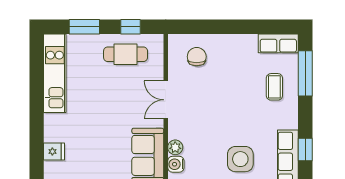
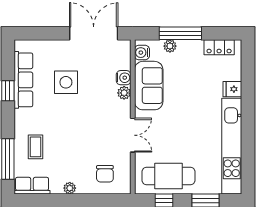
plant: (236, 41) -> (70, 188), added
cafe table: (126, 54) -> (169, 176), width x1.37, depth x1.35
kitchen unit: (55, 73) -> (232, 146), width x1.36

